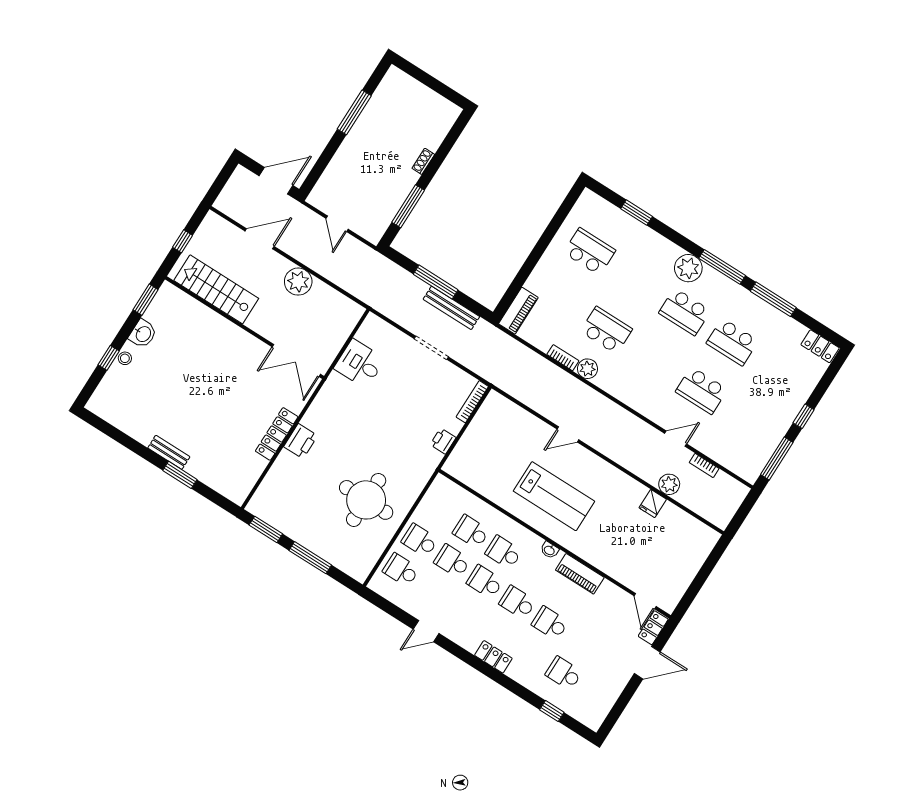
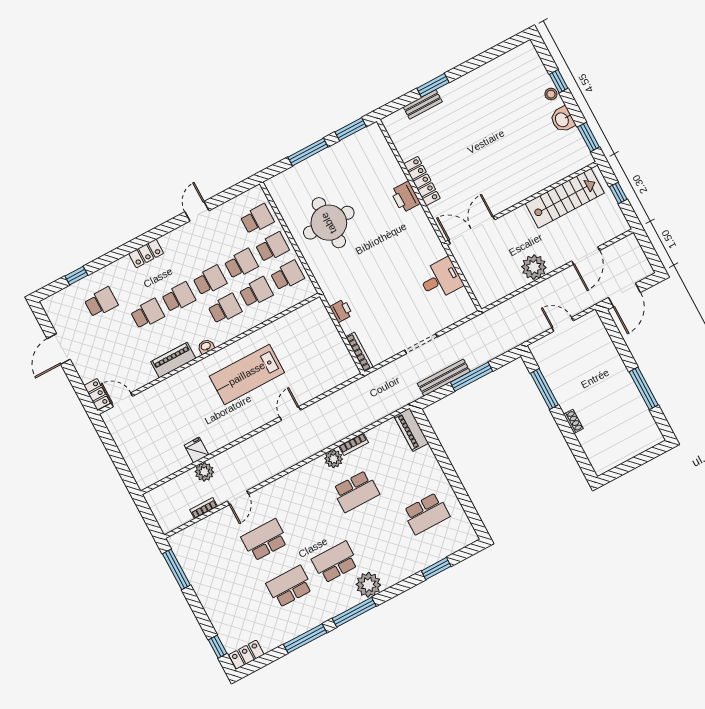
window: (804, 416) -> (218, 647), moved
bench: (169, 452) -> (423, 104), moved
school desk: (438, 511) -> (287, 275), added
door: (647, 663) -> (59, 349), moved

